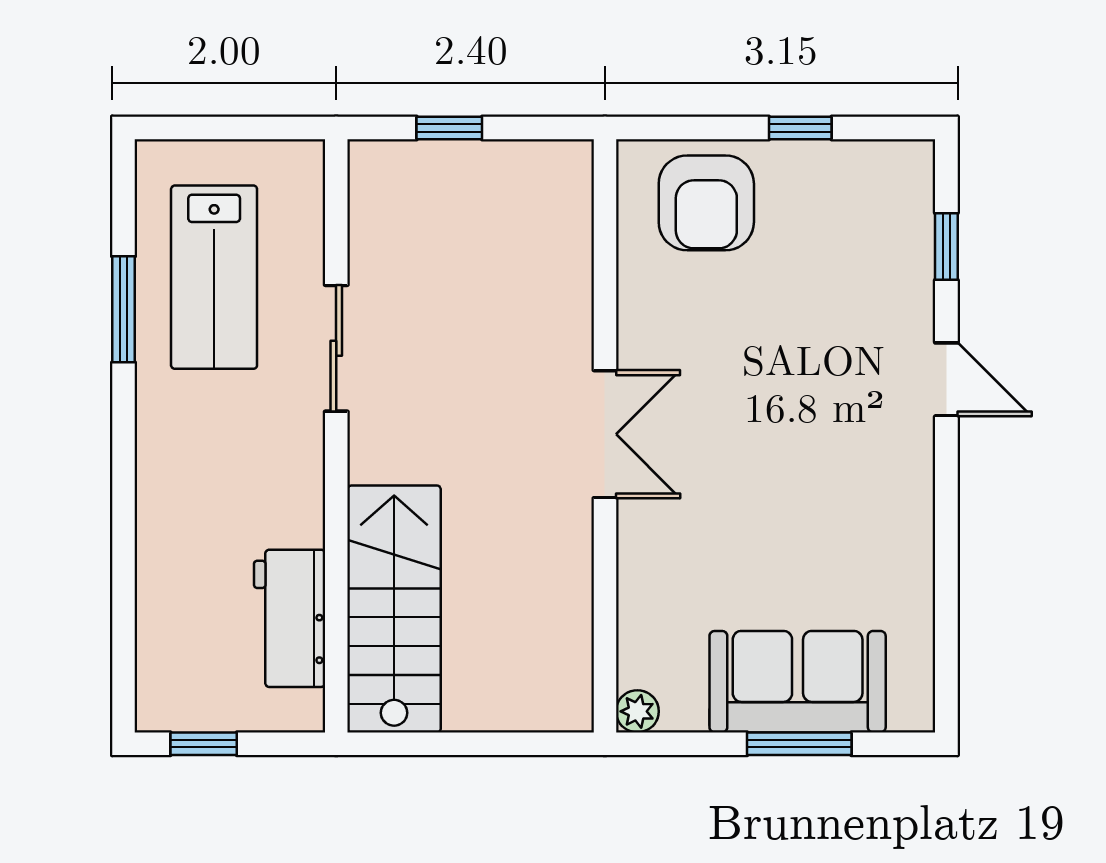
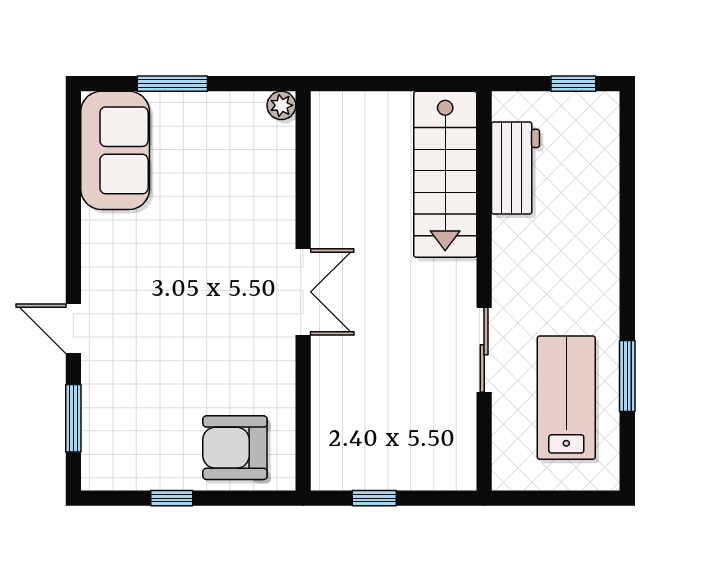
window: (449, 128) -> (374, 498), moved
armchair: (706, 203) -> (235, 448), turned -90
window: (946, 247) -> (73, 418), width x1.50
double door: (605, 434) -> (303, 292), swing flipped
sofa: (798, 682) -> (115, 150), moved, turned -90

